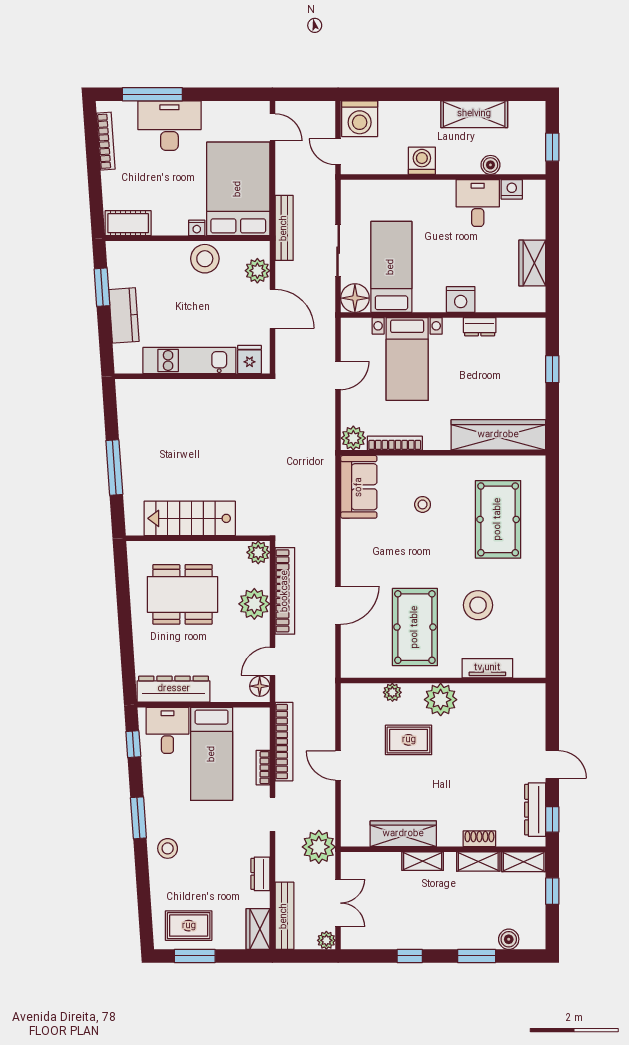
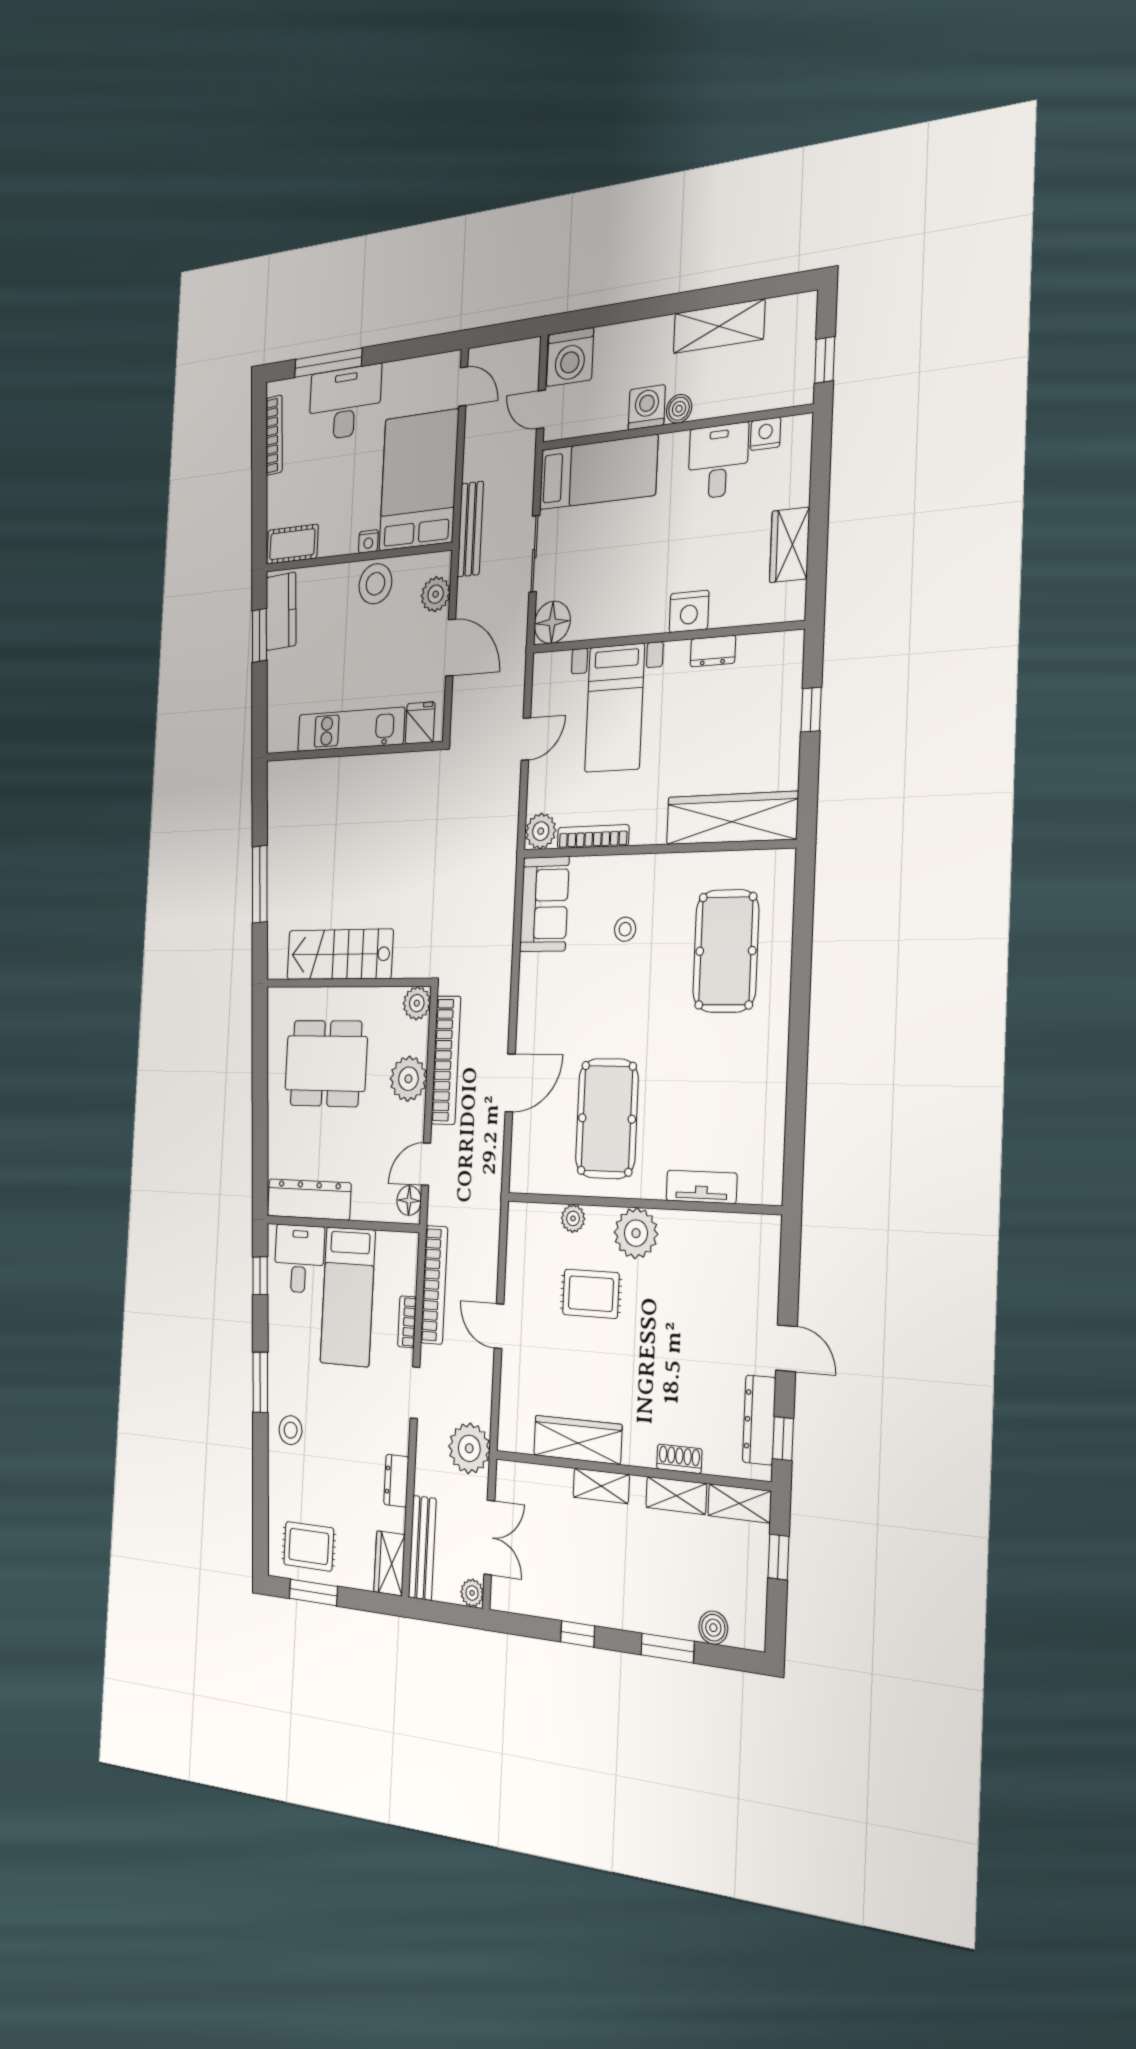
boiler: (490, 165) -> (679, 409), moved
bed: (391, 267) -> (598, 472), moved, turned 90
kitchen counter: (124, 315) -> (281, 611), moved
stool: (478, 605) -> (693, 1086), removed

